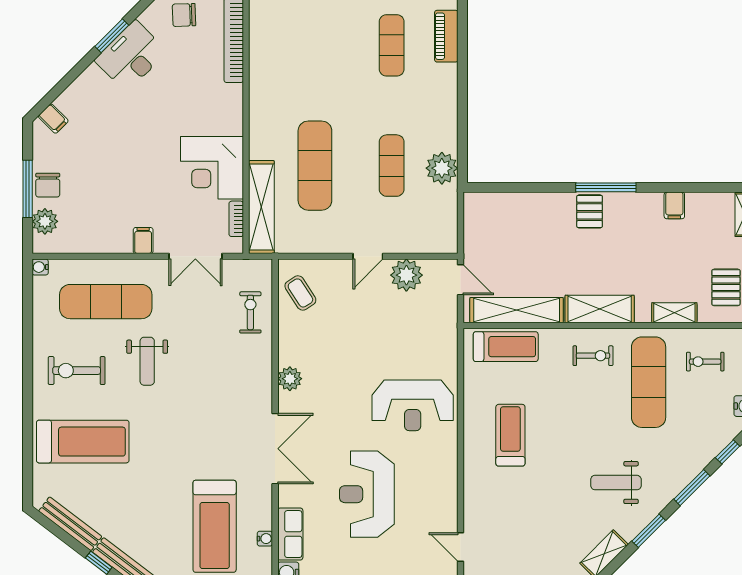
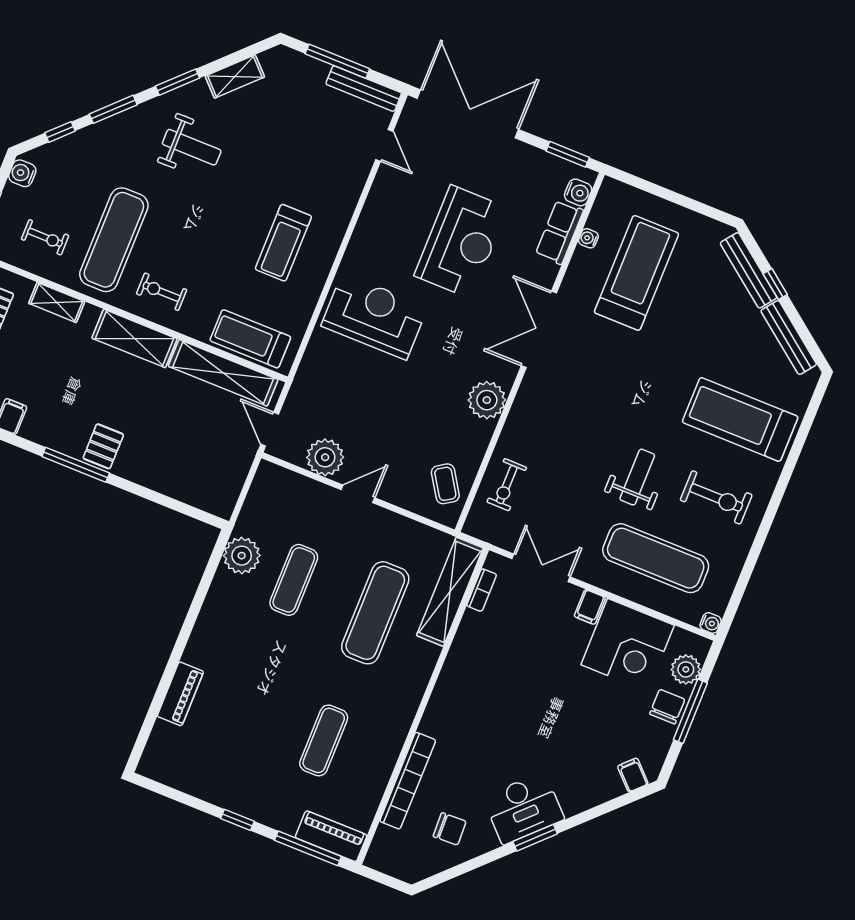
exercise mat: (392, 45) -> (324, 740), moved
corner desk: (212, 168) -> (628, 645), moved, turned 90
plant: (290, 379) -> (487, 400), width x1.36, depth x1.36

